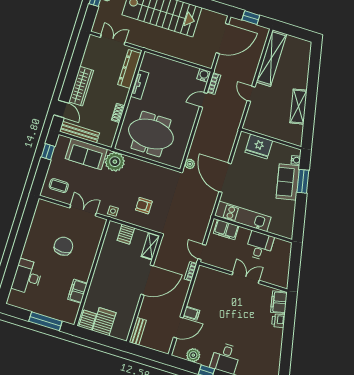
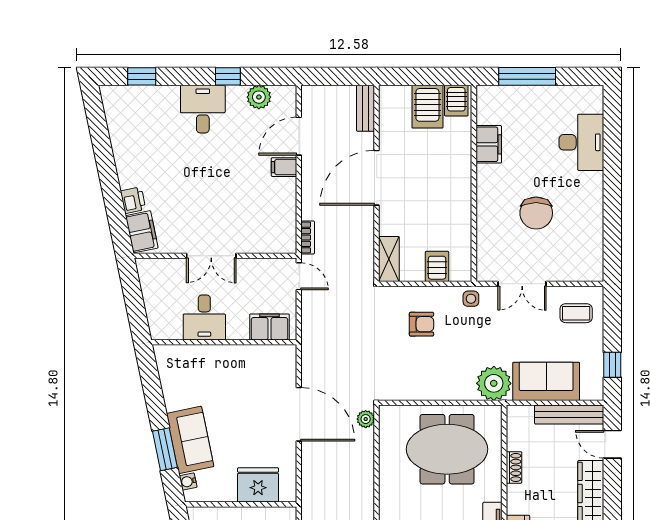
kitchen unit: (243, 216) -> (248, 358), removed
door: (147, 280) -> (377, 178), moved

